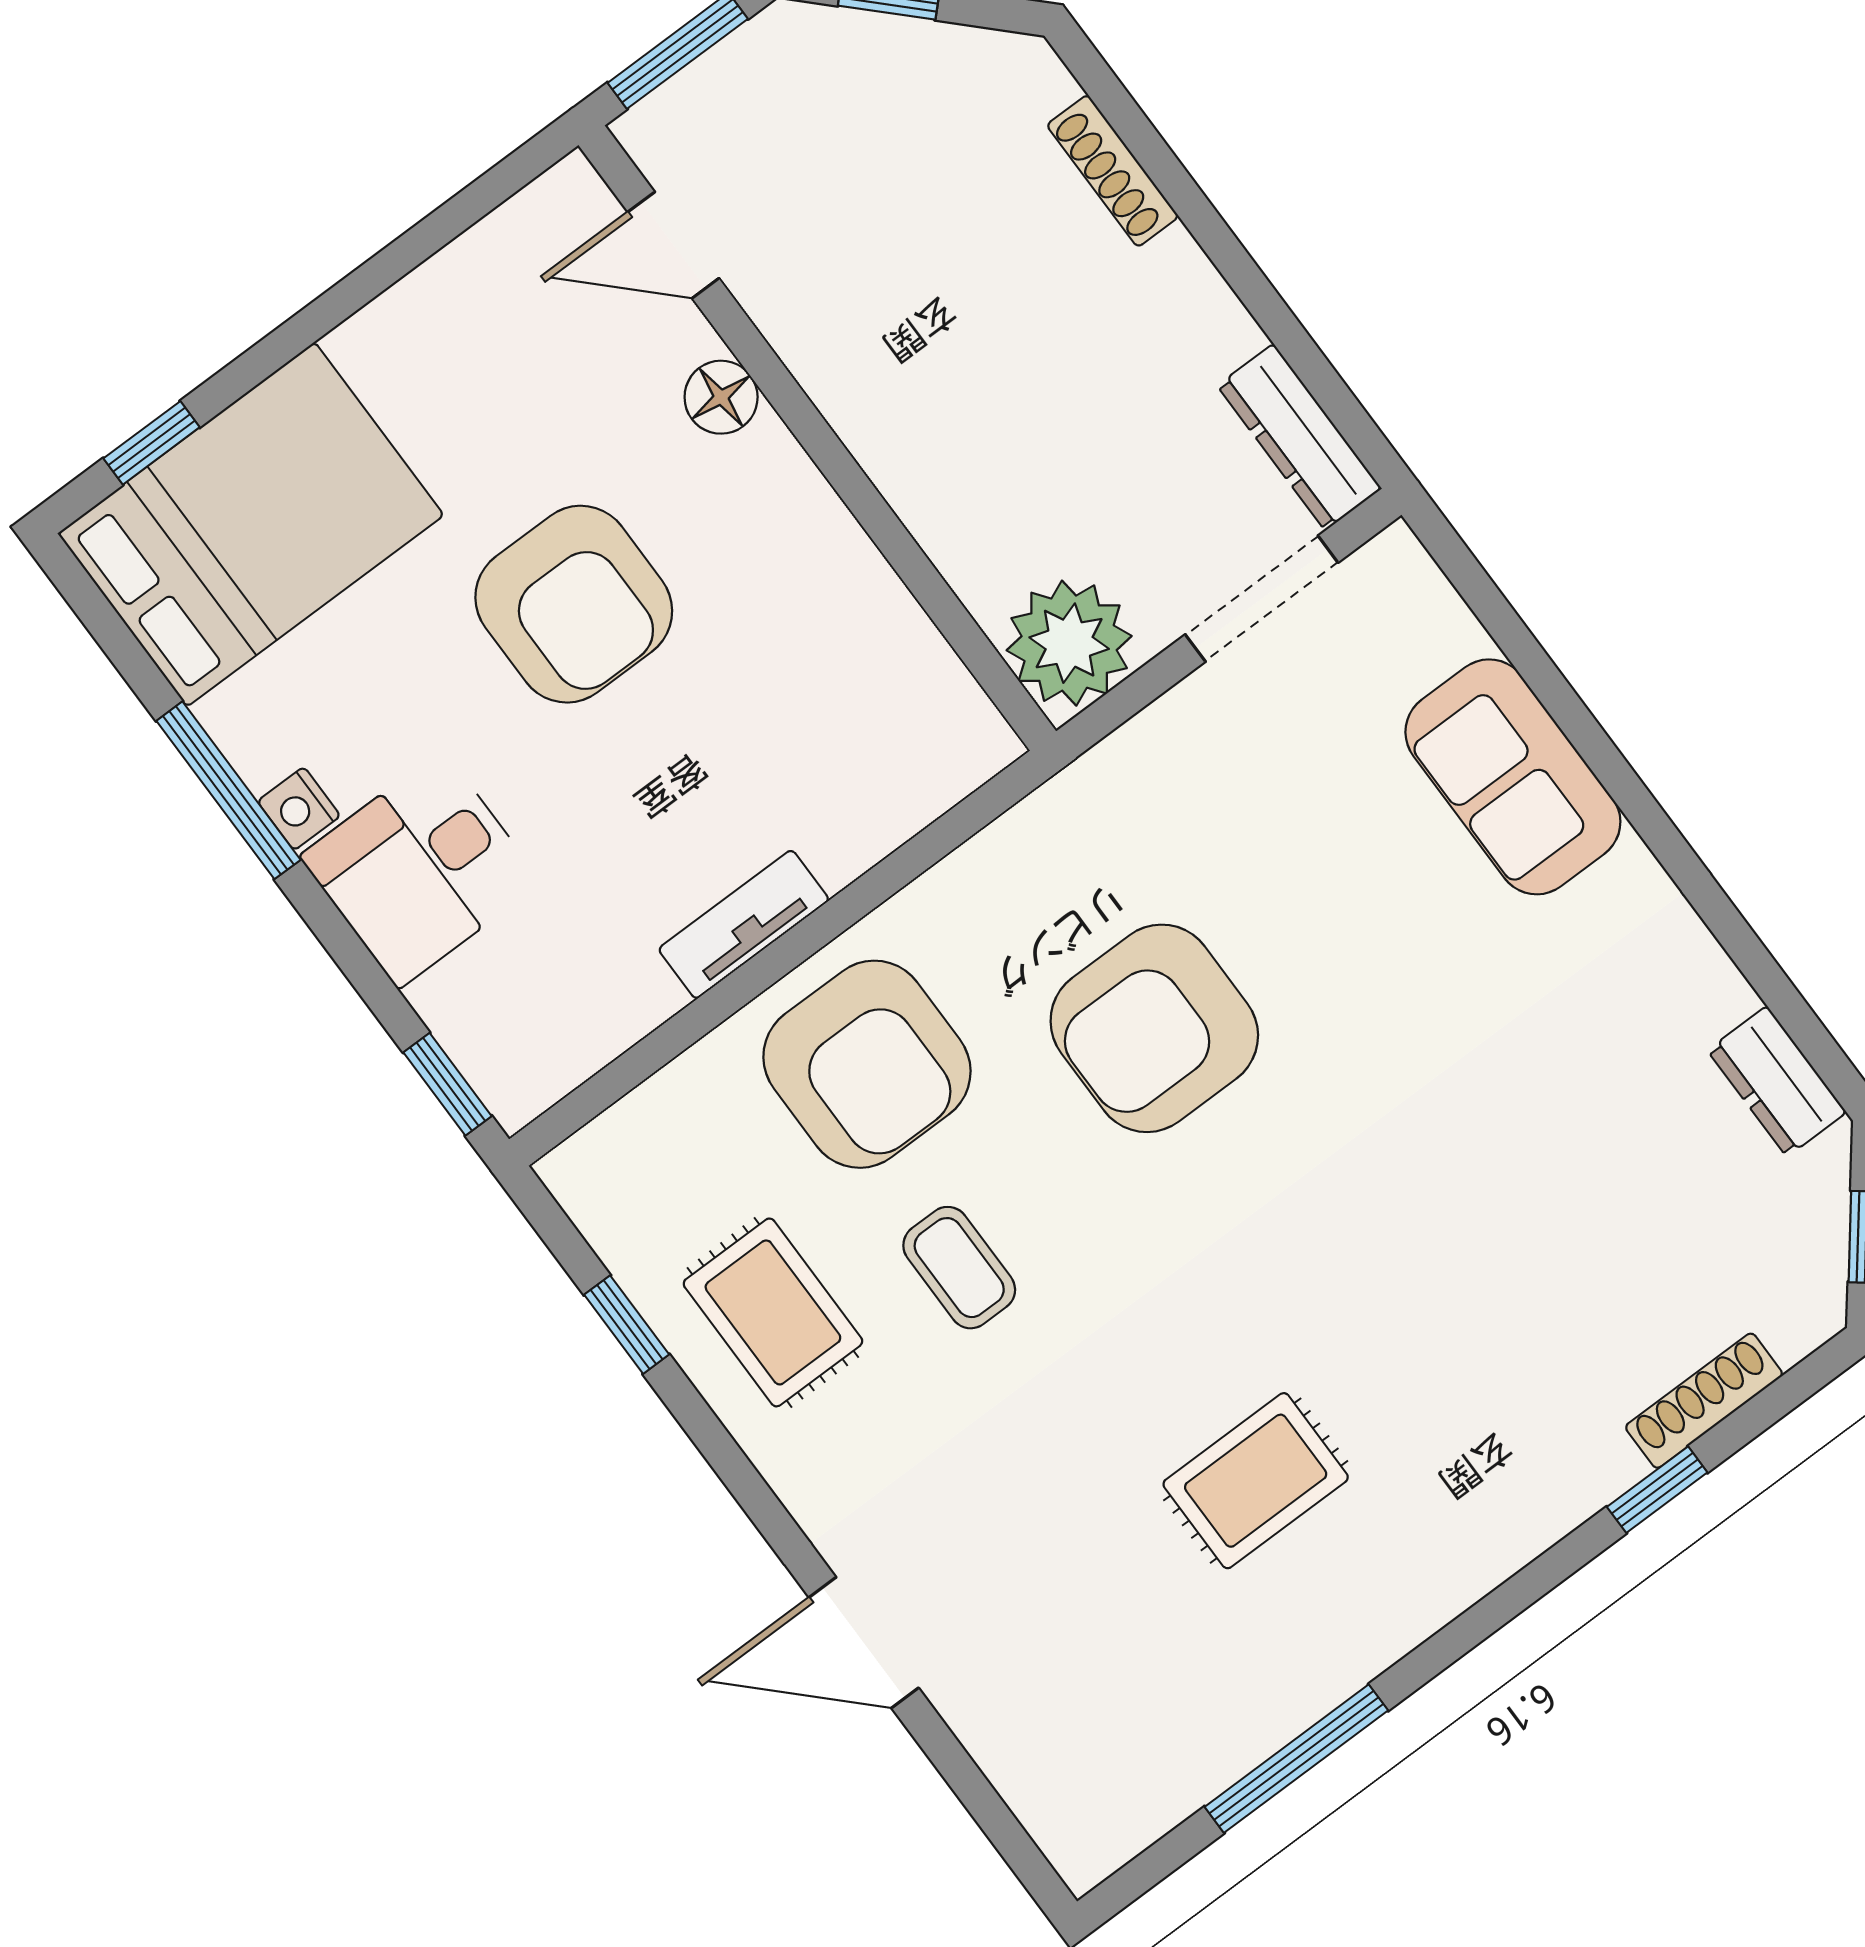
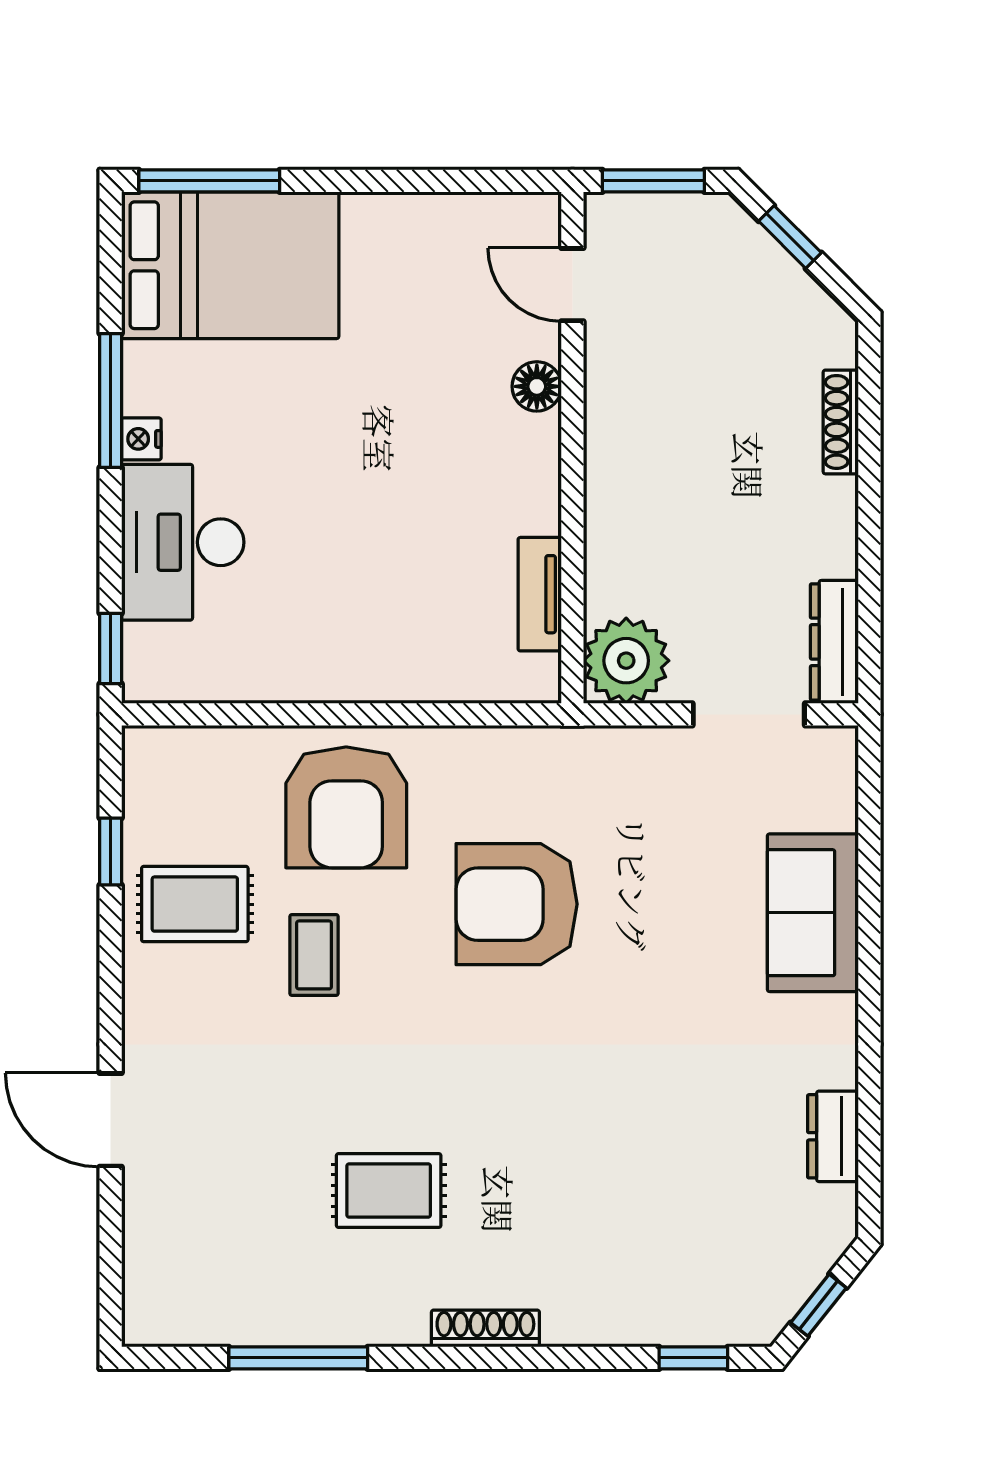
window: (152, 443) -> (209, 181), width x2.17
armchair: (574, 604) -> (373, 439), removed
desk: (420, 869) -> (183, 542), width x1.37
tv unit: (744, 924) -> (540, 594), moved, turned -90
dresser: (1777, 1081) -> (833, 1136), moved
rug: (773, 1312) -> (195, 904), turned 90
shoe rack: (1704, 1401) -> (485, 1328), moved
window: (1657, 1490) -> (693, 1358), moved

